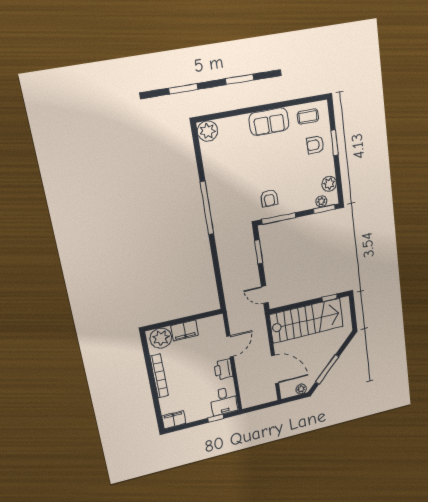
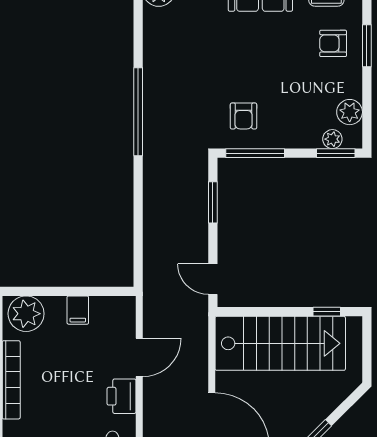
filing cabinet: (185, 330) -> (78, 310), width x0.50

